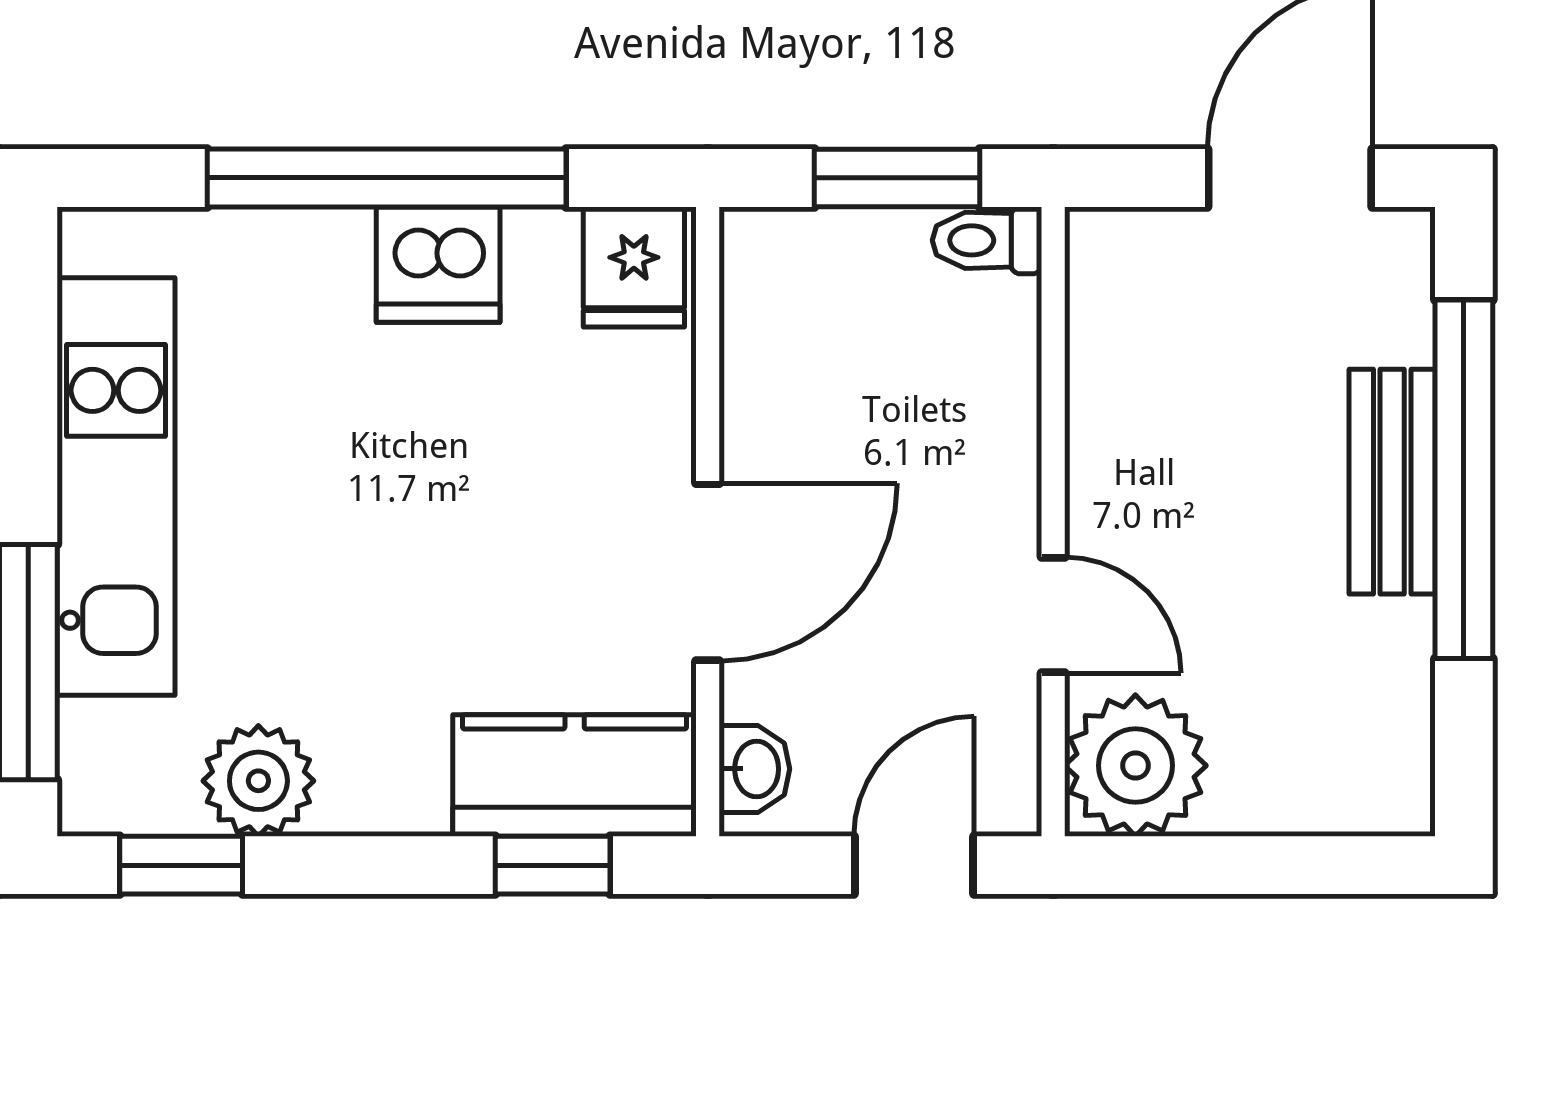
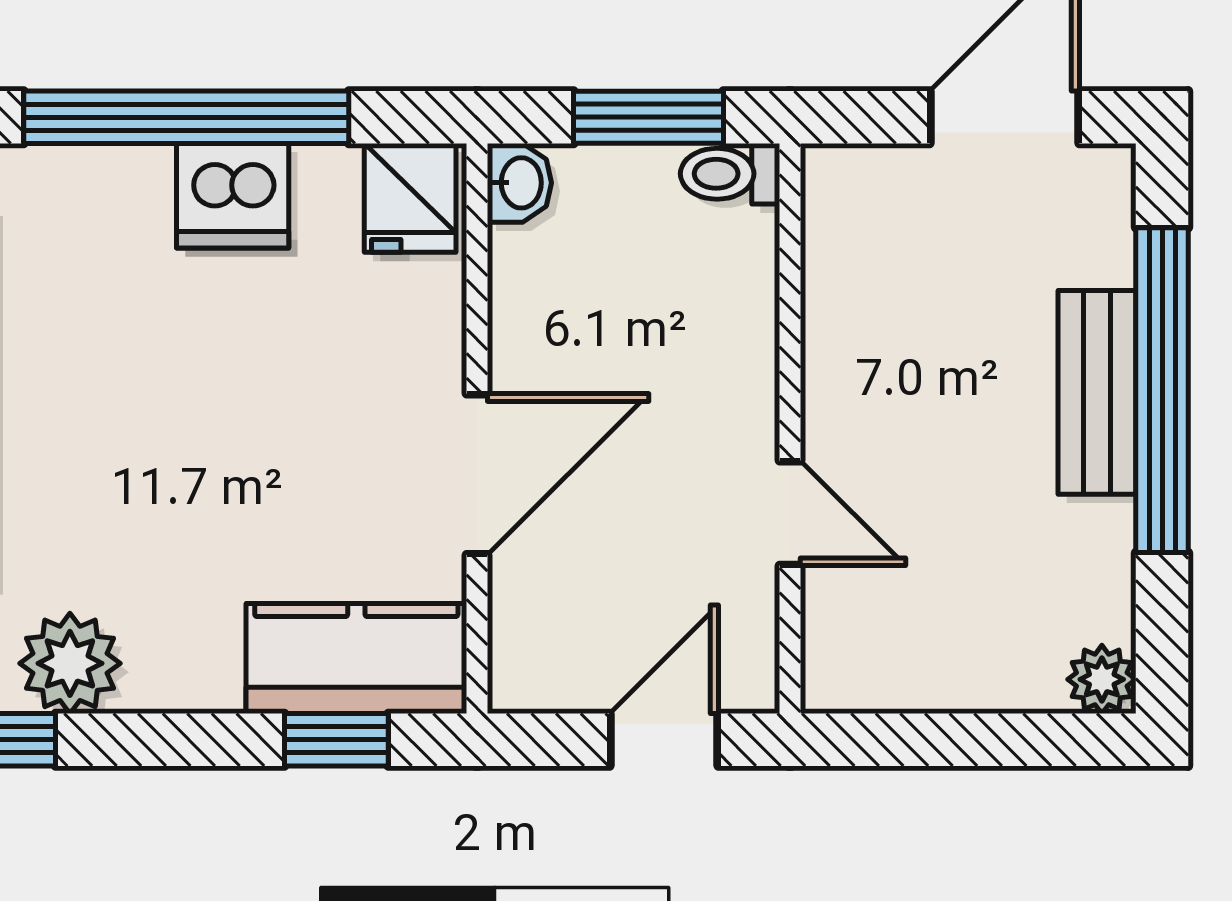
plant: (1135, 766) -> (1102, 679), moved, width x0.53, depth x0.53
washbasin: (754, 769) -> (519, 183), moved

